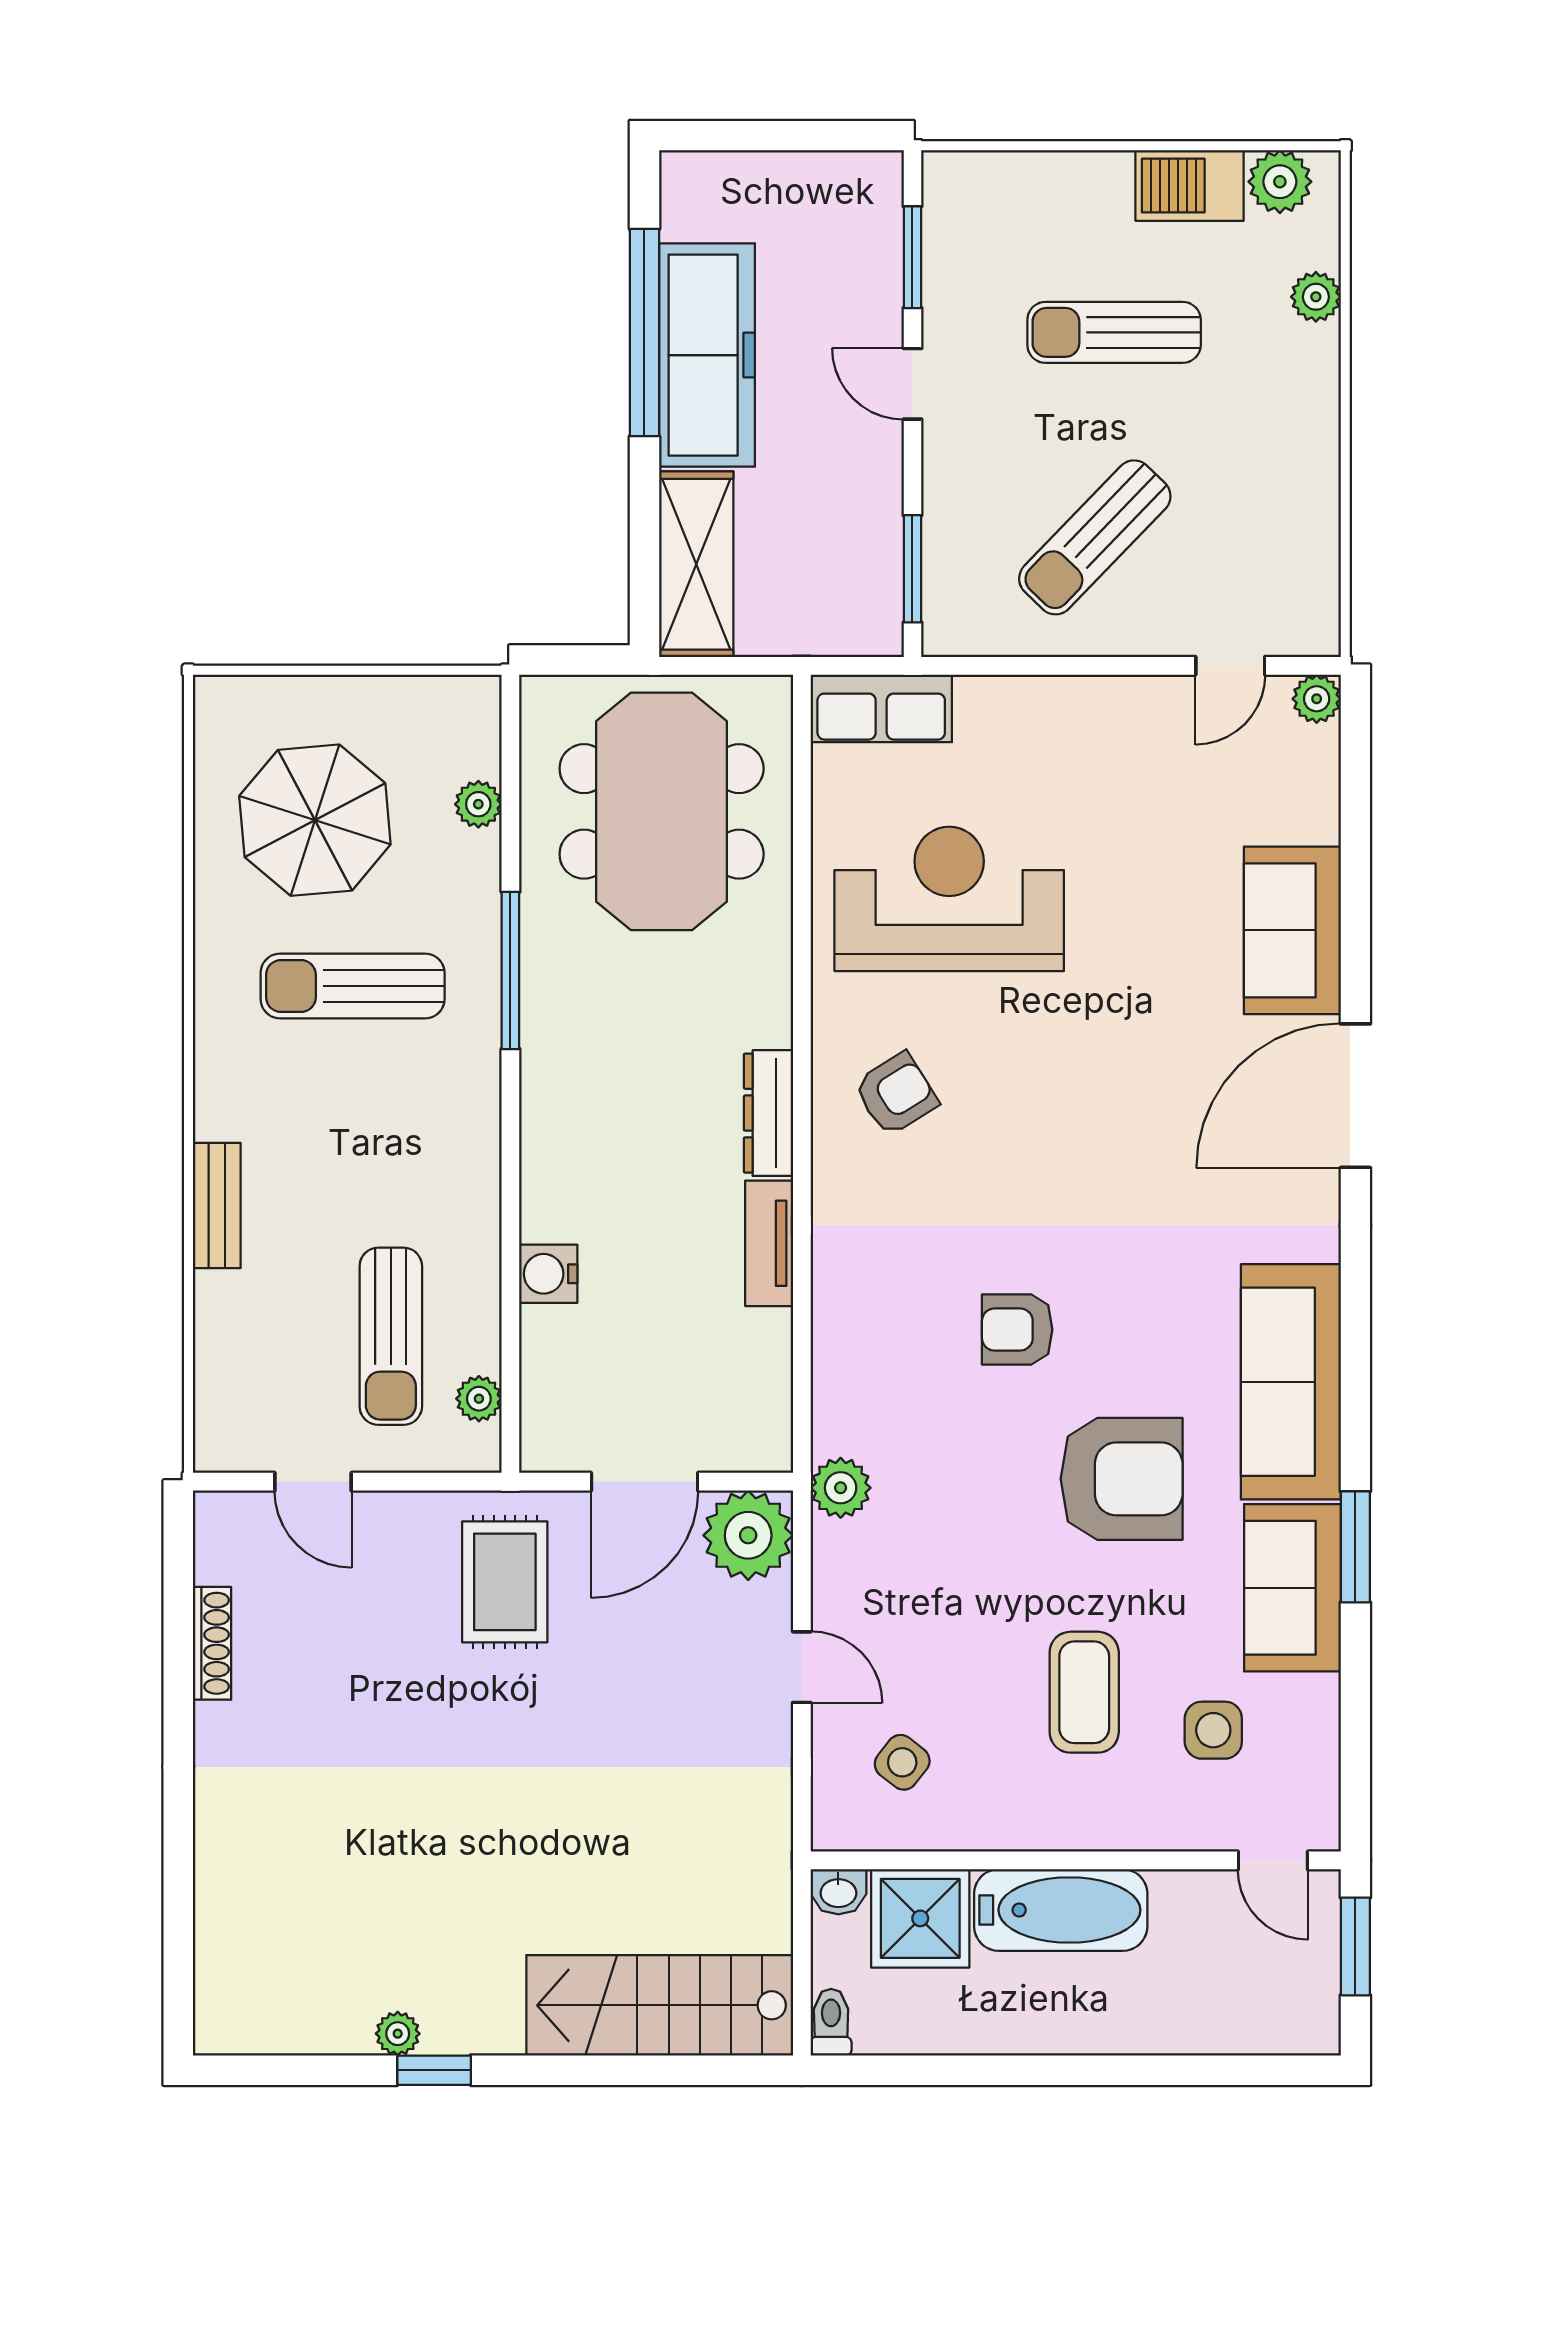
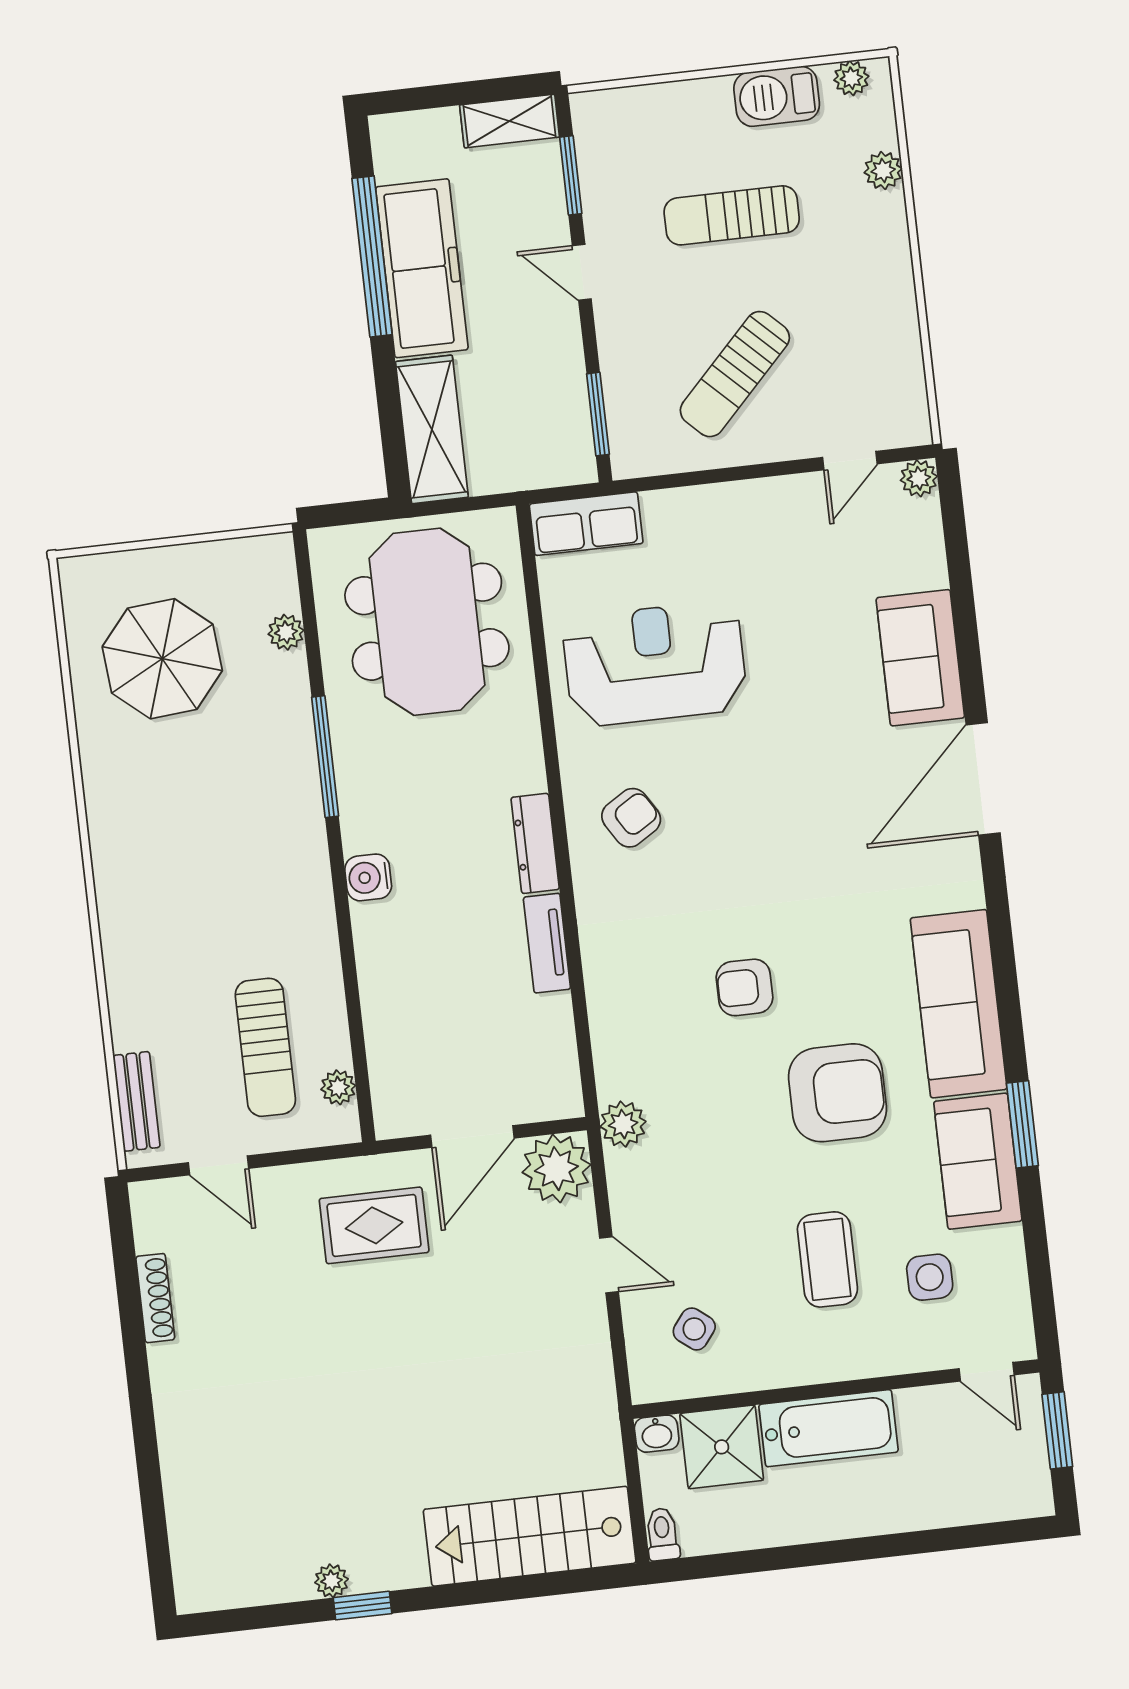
shelving: (842, 178) -> (510, 121), added
plant: (1280, 182) -> (851, 78), width x0.73, depth x0.73
sun lounger: (353, 986) -> (206, 782), removed
bench: (217, 1206) -> (136, 1101), moved
water cooler: (548, 1274) -> (368, 877), moved
rug: (505, 1582) -> (374, 1225), turned 90

